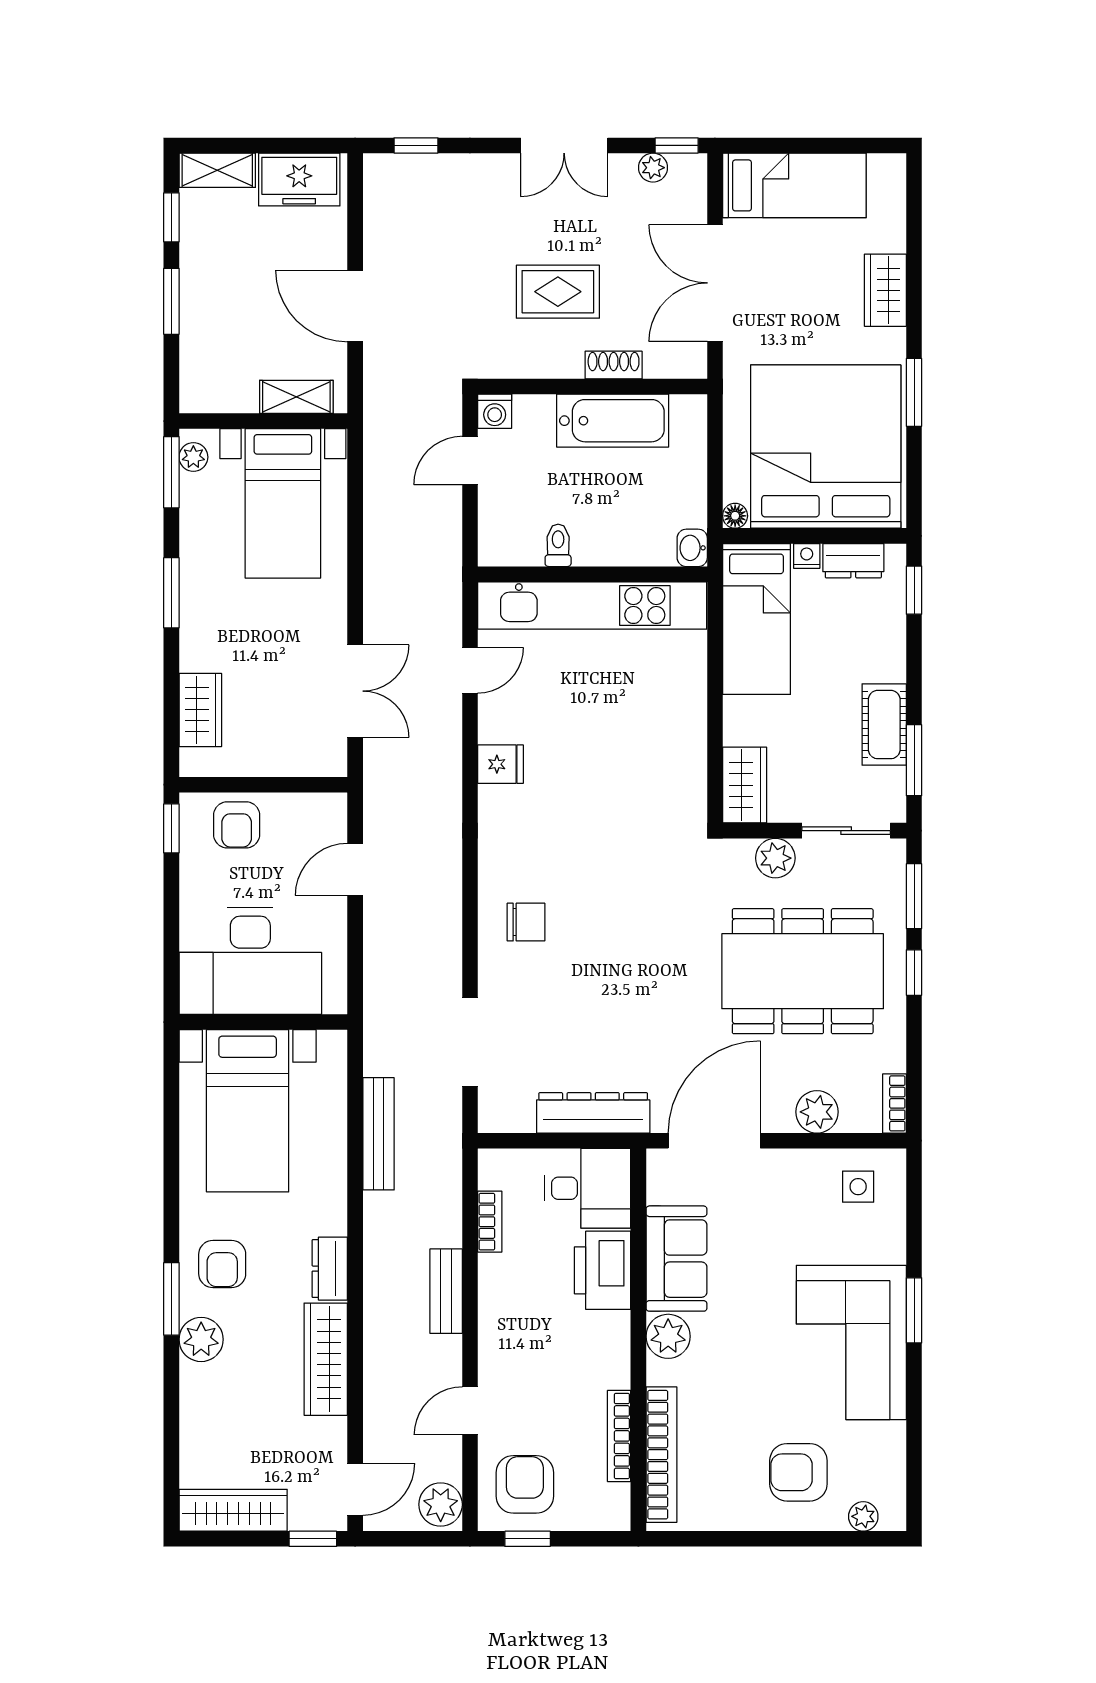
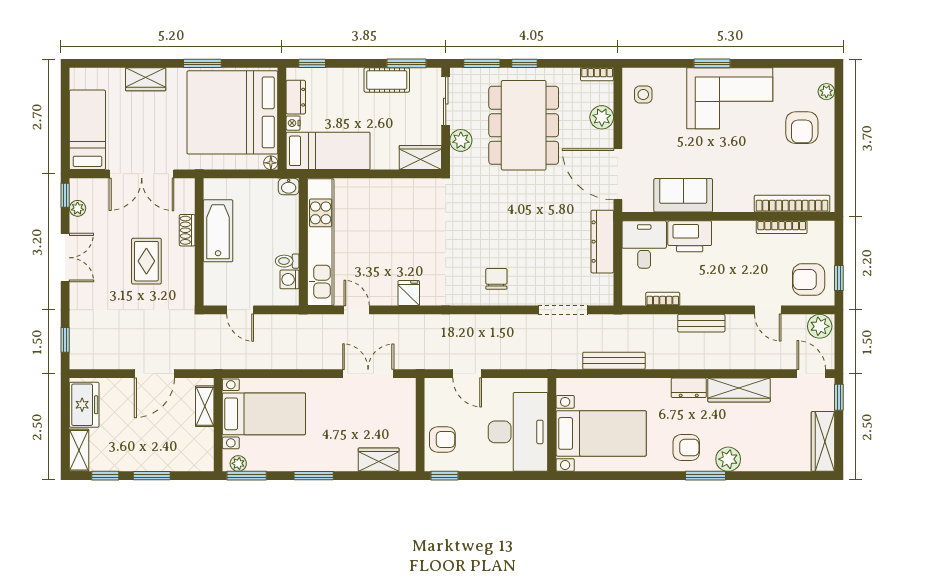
washing machine: (495, 411) -> (290, 279), moved, turned 180
plant: (668, 1336) -> (726, 200), removed

